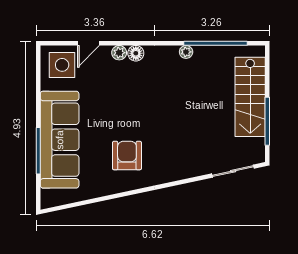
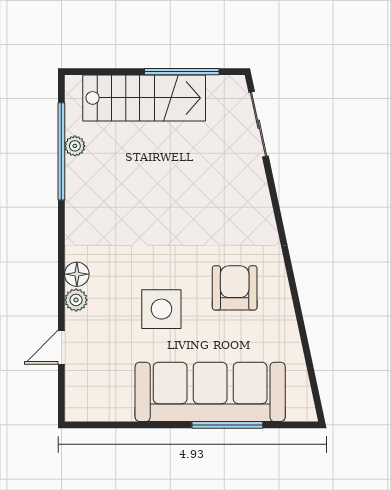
door: (89, 43) -> (61, 347), swing flipped
plant: (186, 52) -> (75, 146), moved
side table: (62, 65) -> (161, 309), moved
armchair: (127, 156) -> (235, 288), turned 90

